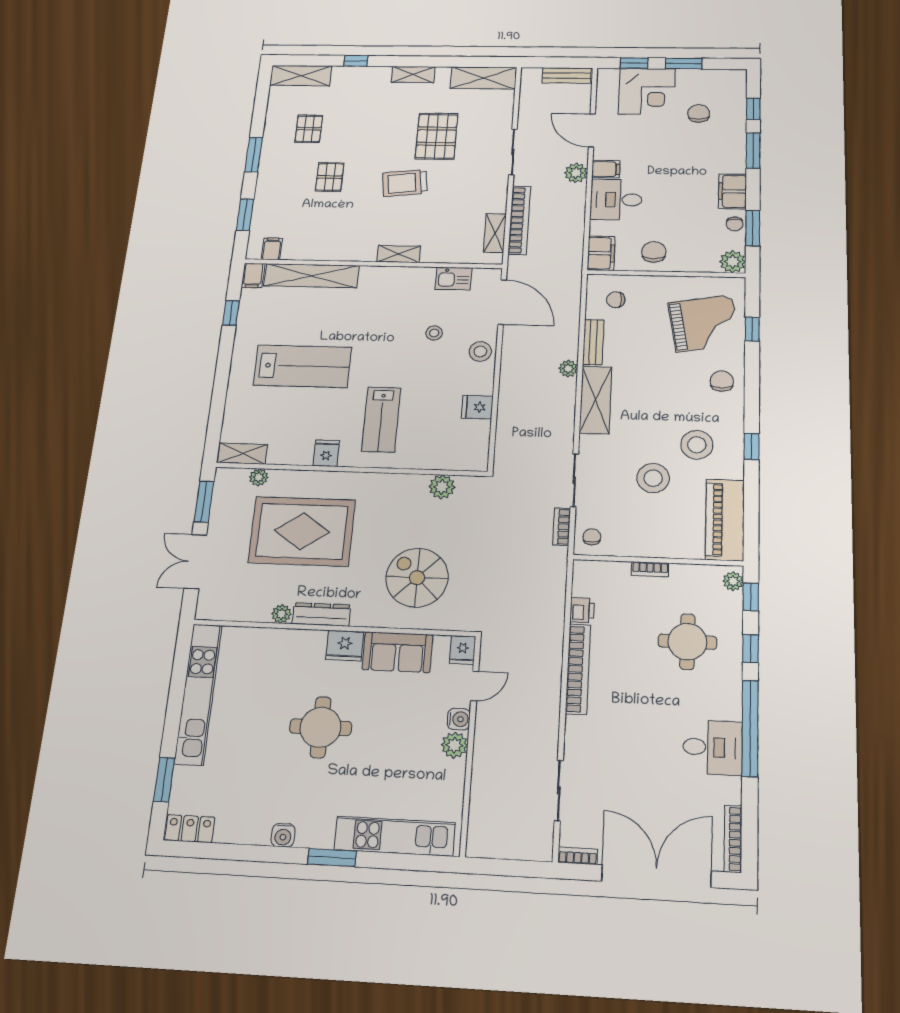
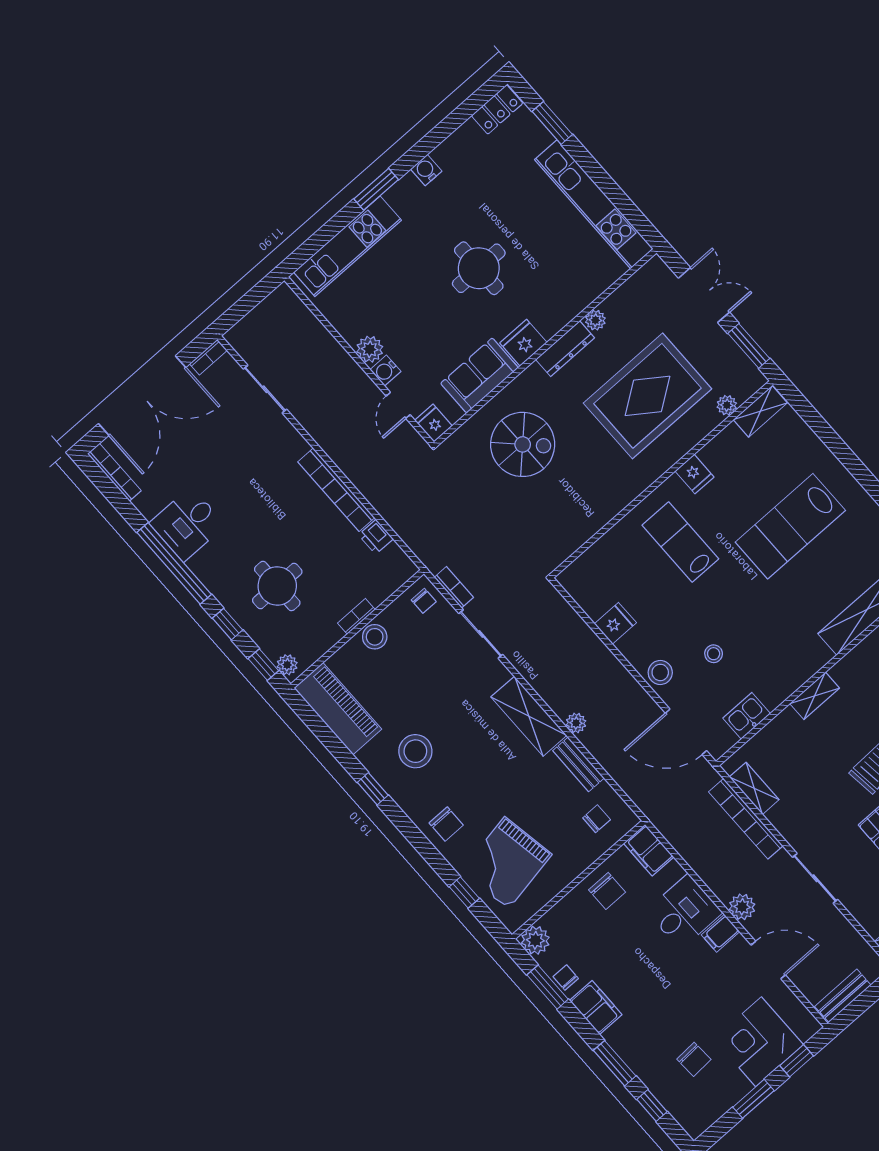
stool: (653, 478) -> (375, 637), moved, width x0.73, depth x0.73
plant: (442, 487) -> (577, 533), removed

